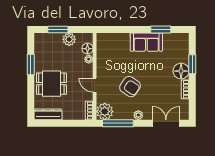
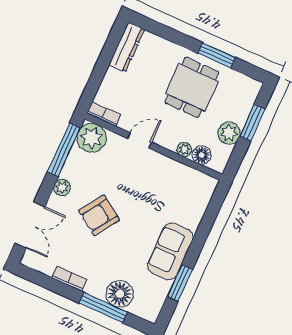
window: (192, 64) -> (103, 308), width x1.44
floor lamp: (181, 71) -> (120, 294), moved
dining table: (51, 84) -> (192, 87), moved
armchair: (130, 87) -> (99, 215), moved

